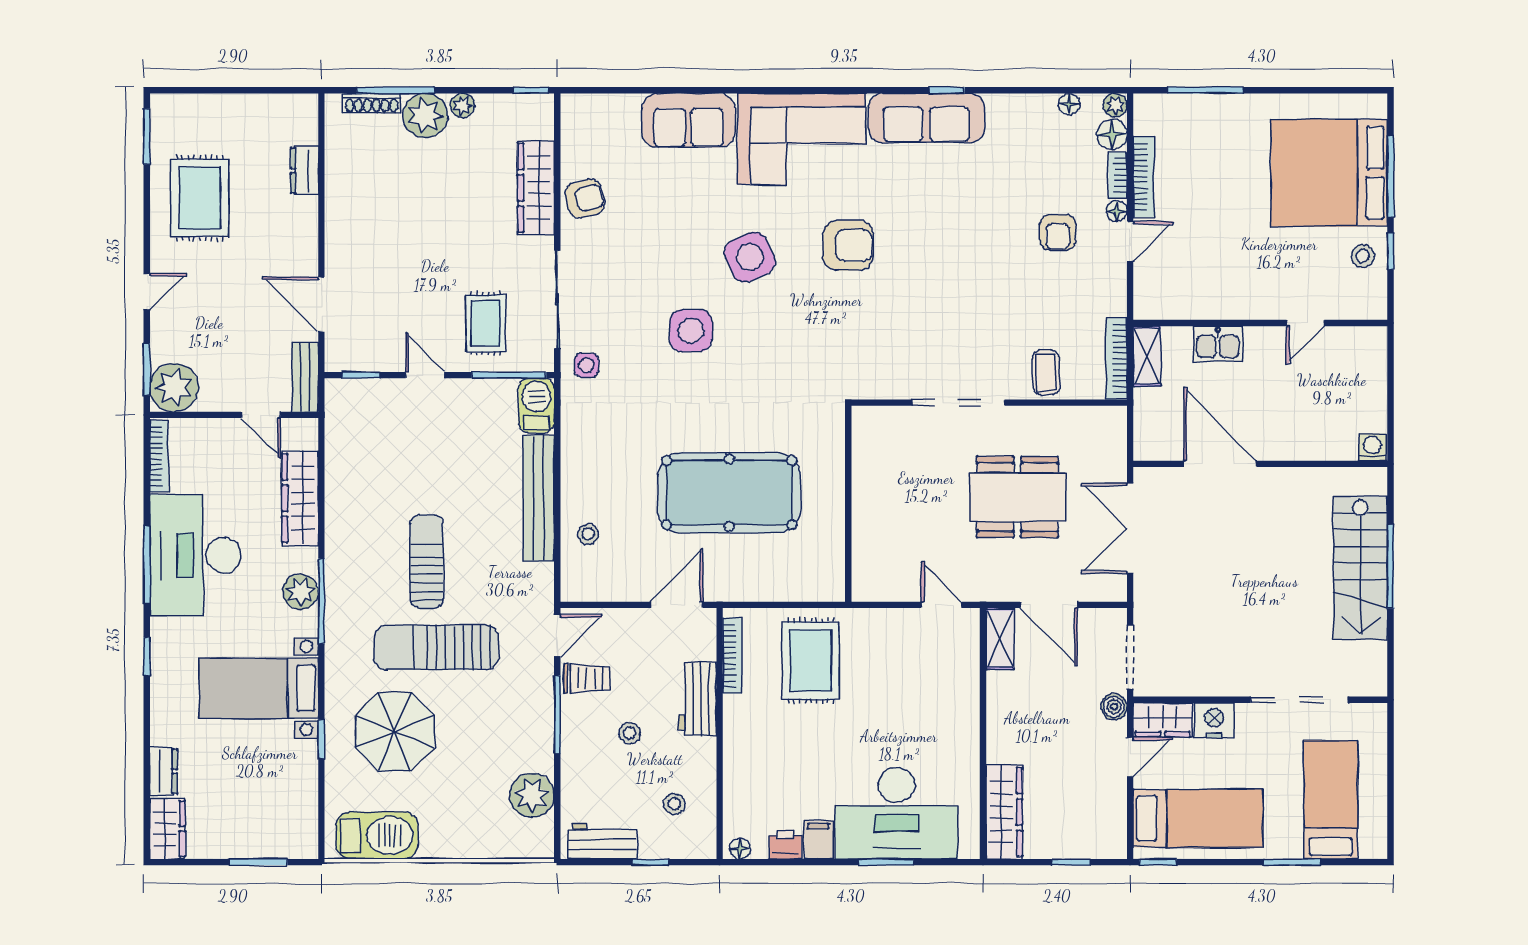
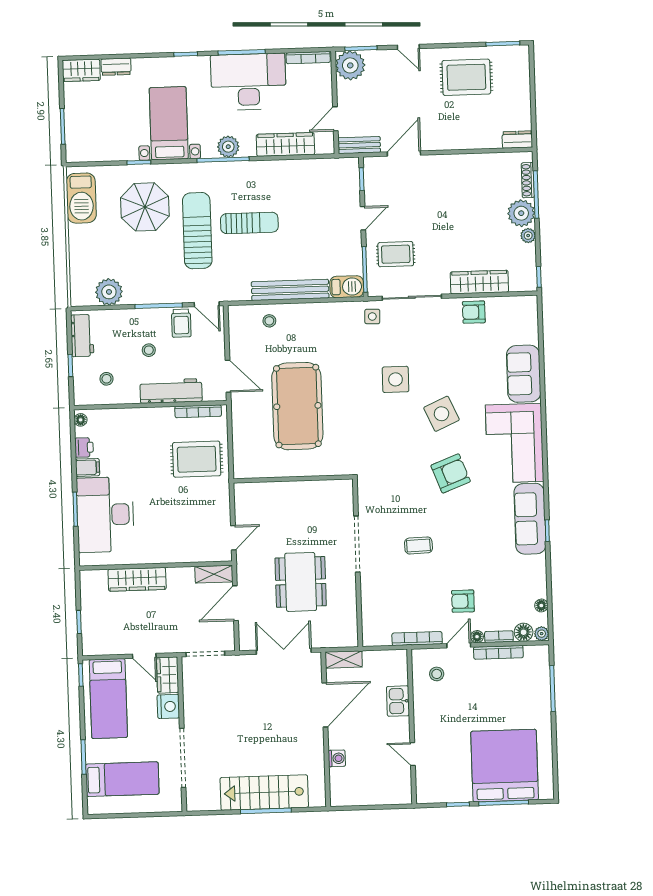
dresser: (304, 171) -> (517, 140), moved
armchair: (585, 199) -> (474, 312), turned 104
door: (1130, 241) -> (459, 645), swing flipped
armchair: (848, 245) -> (451, 473), turned -111
stool: (1363, 256) -> (437, 674), moved
shelving: (1147, 356) -> (344, 659), moved
bookcase: (1117, 359) -> (417, 639), moved
coffee table: (1046, 373) -> (418, 545), moved
washing machine: (1372, 447) -> (337, 758), moved
workbench: (698, 699) -> (171, 391), width x1.38
boiler: (1114, 707) -> (175, 645), removed
wardrobe: (1004, 812) -> (137, 579), moved

